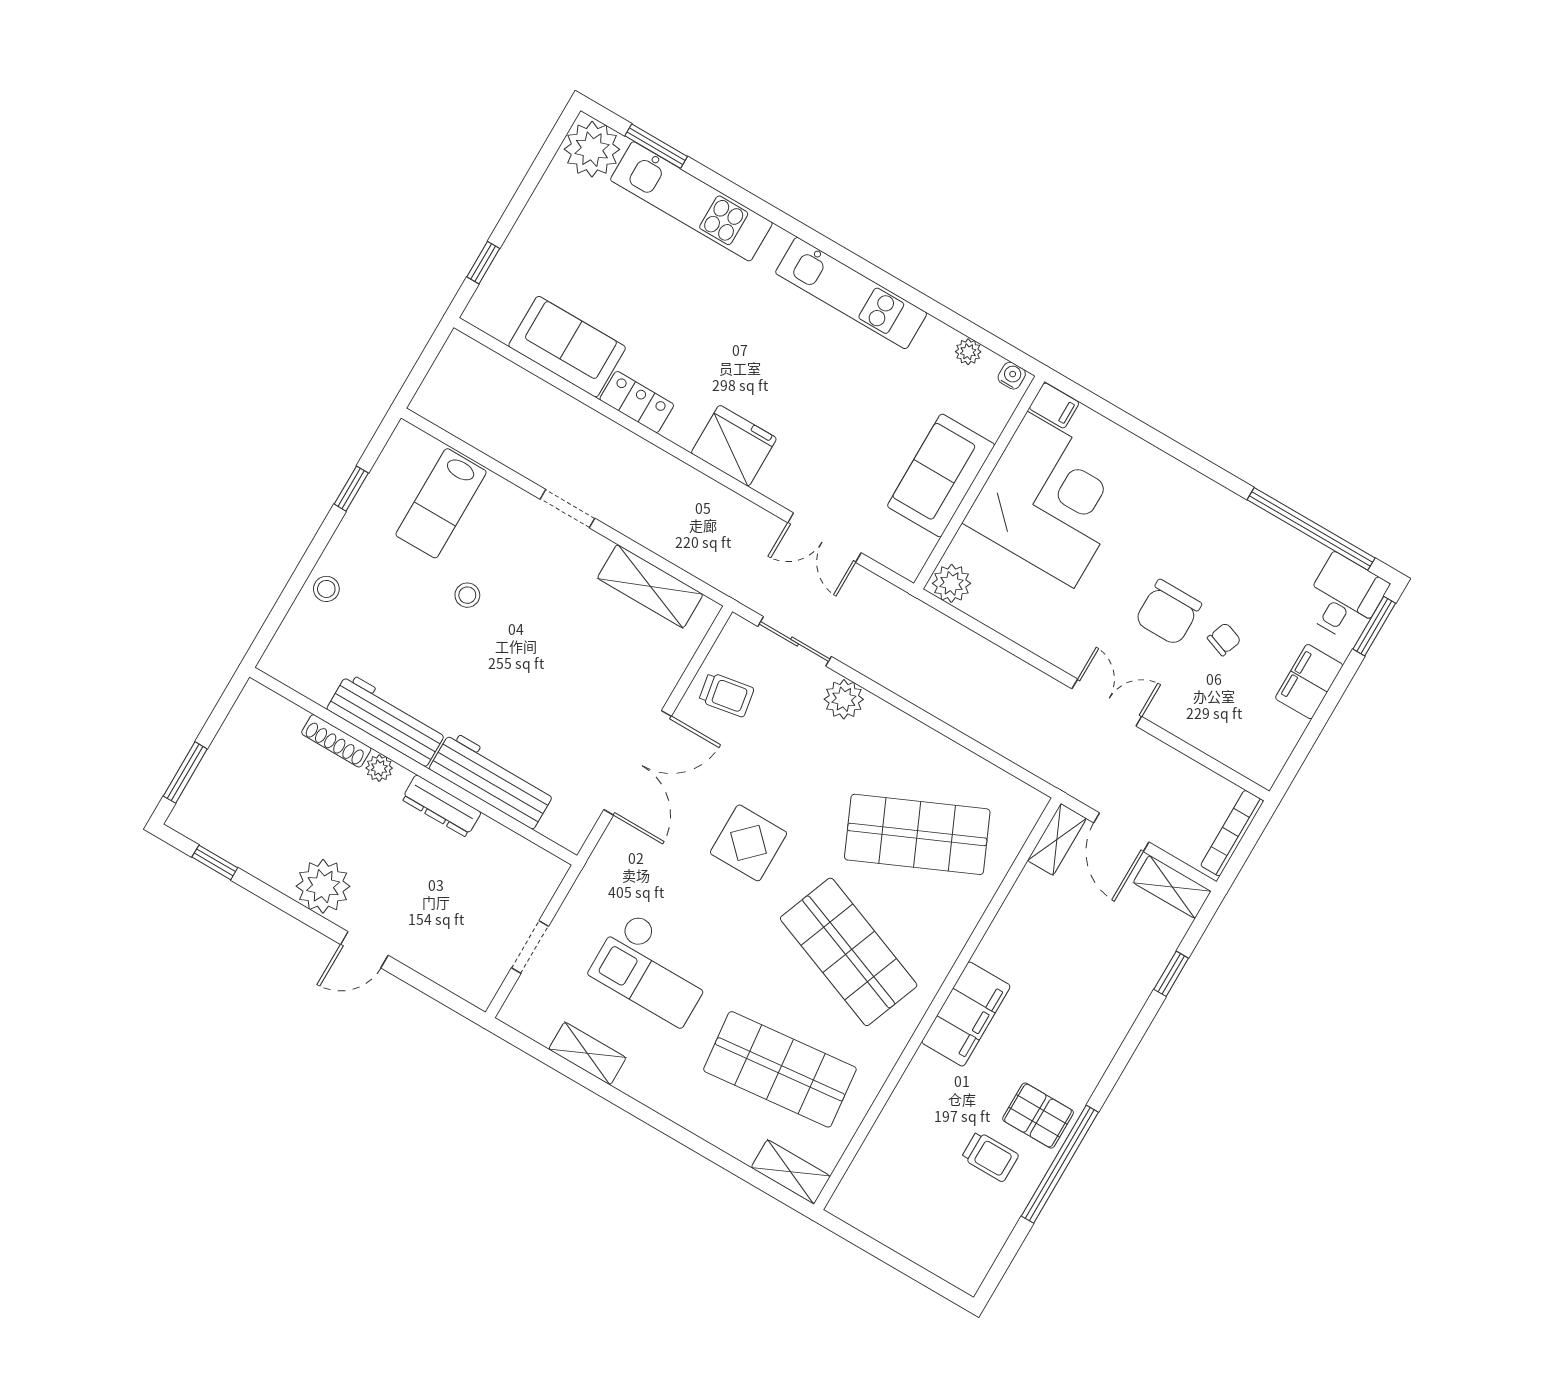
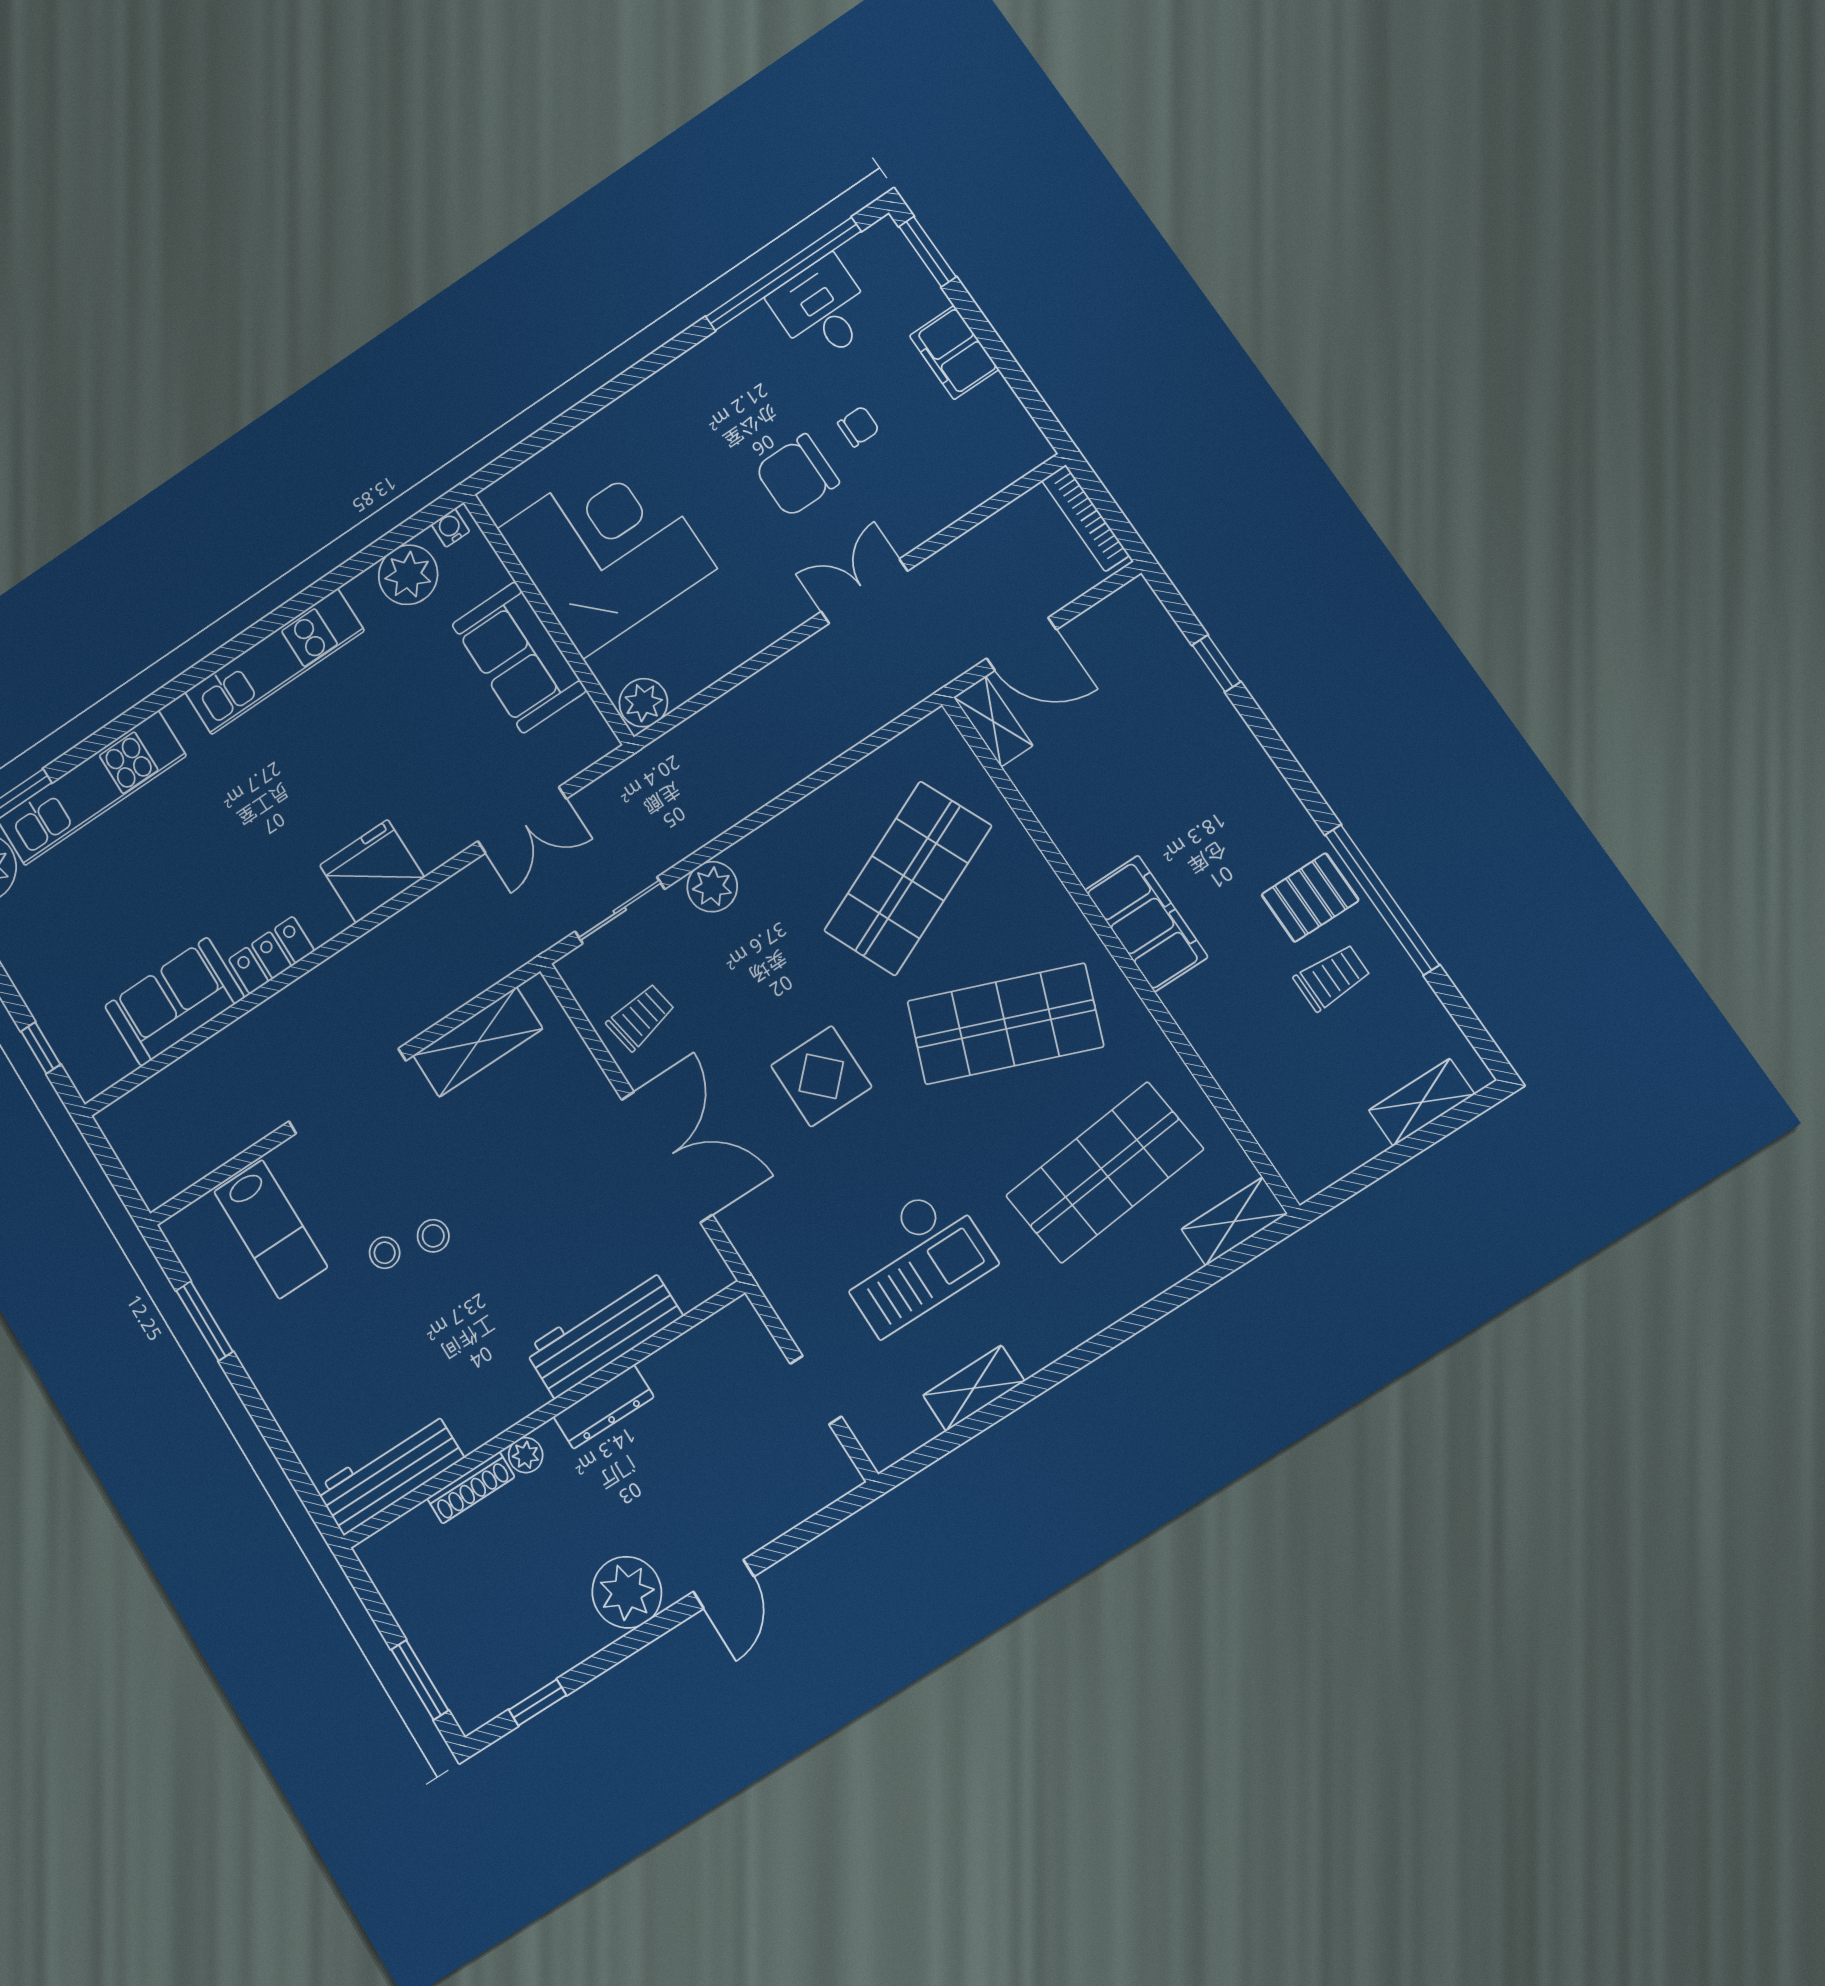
plant: (968, 352) -> (408, 575), width x1.88, depth x1.88
filing cabinet: (1054, 406) -> (506, 496), removed
window: (351, 489) -> (205, 1321), width x1.50
doorway: (568, 509) -> (347, 1091), width x1.88
stool: (326, 589) -> (433, 1236), moved
desk: (1344, 598) -> (823, 310), moved
chair: (1168, 612) -> (797, 475), turned 90
chair: (1224, 639) -> (858, 426), turned 70
workbench: (387, 720) -> (390, 1473), moved
shelving: (1172, 887) -> (1422, 1102), moved

